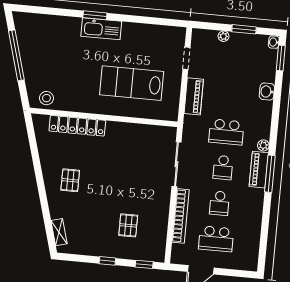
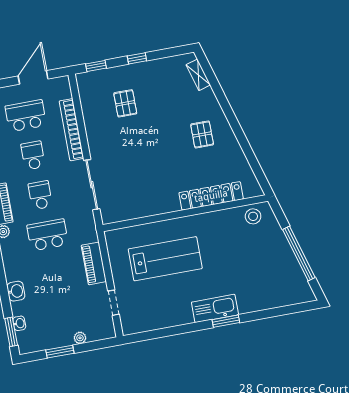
washbasin: (274, 42) -> (19, 323), moved

